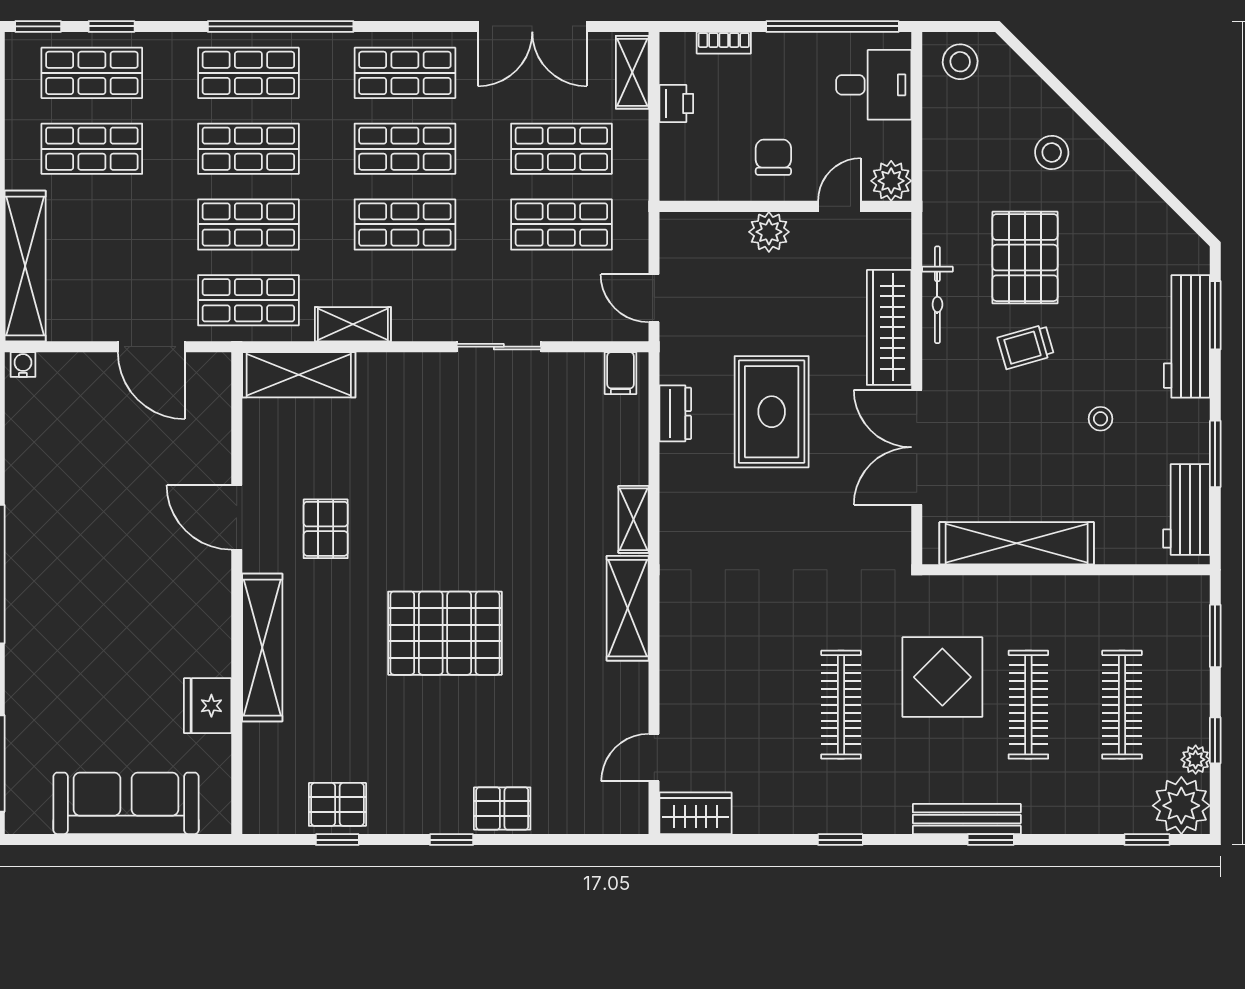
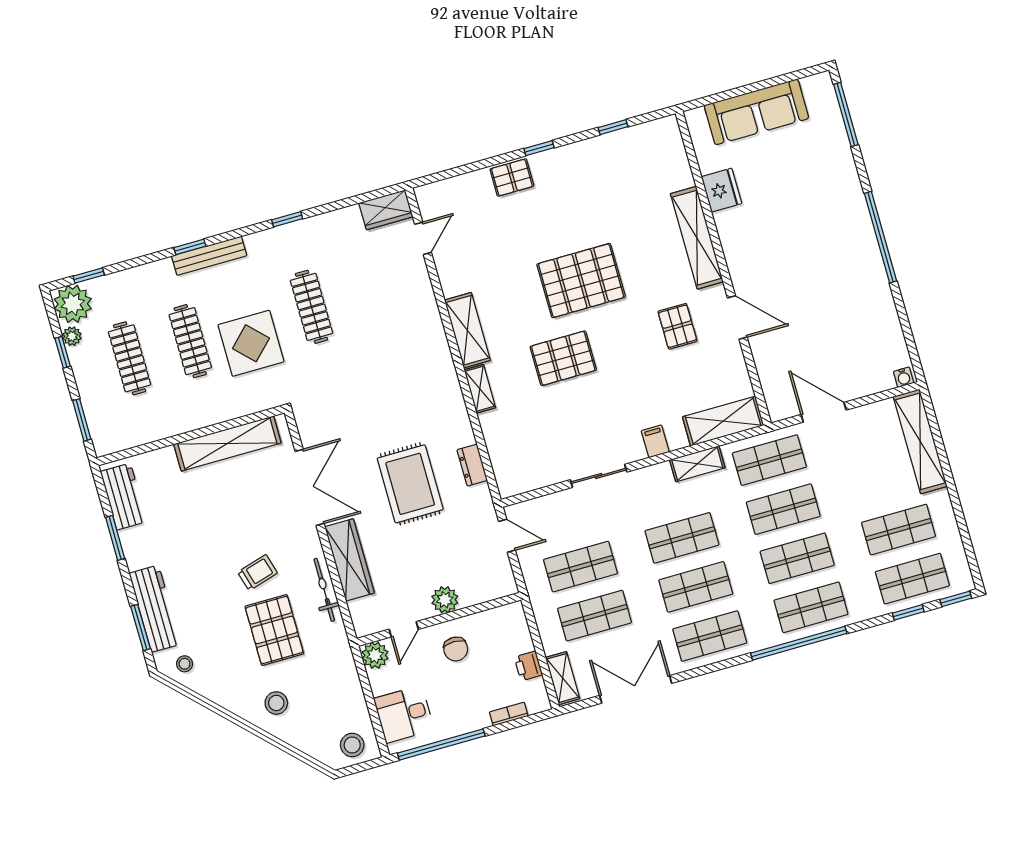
filing cabinet: (621, 373) -> (655, 441), moved
stool: (1101, 419) -> (185, 664), moved
pallet: (337, 804) -> (563, 358), moved, width x1.50, depth x1.42

